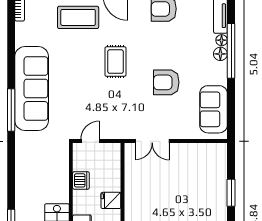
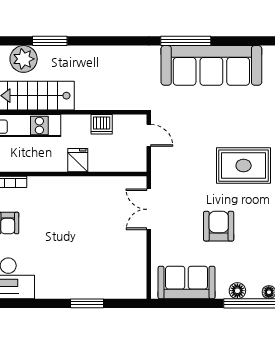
floor lamp: (220, 54) -> (237, 291), moved
rug: (115, 62) -> (244, 166), width x1.36, depth x1.43

